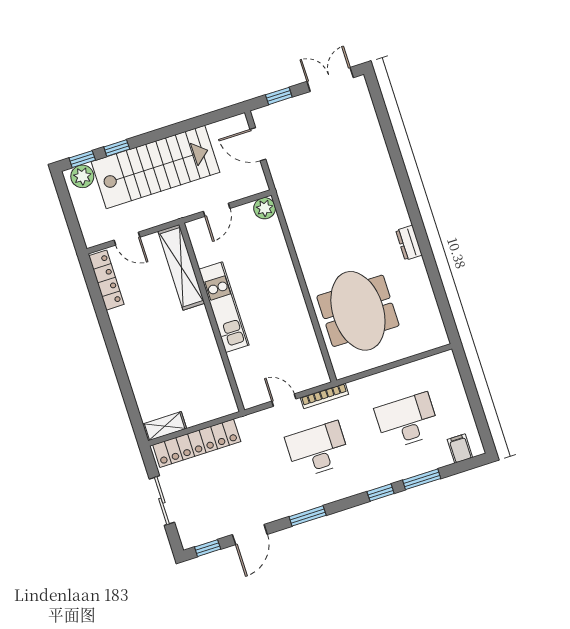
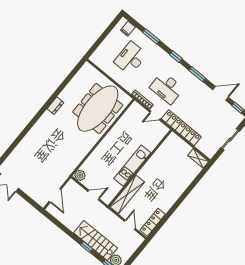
window: (279, 96) -> (29, 200), removed
window: (117, 148) -> (87, 247), moved
stairs: (156, 167) -> (96, 240), width x0.73, depth x0.66
meeting table: (358, 311) -> (98, 109), width x1.36
door: (284, 400) -> (155, 115), hinge flipped
desk: (407, 421) -> (131, 58), turned 90
locker: (197, 443) -> (181, 128), moved
window: (381, 493) -> (176, 57), moved

